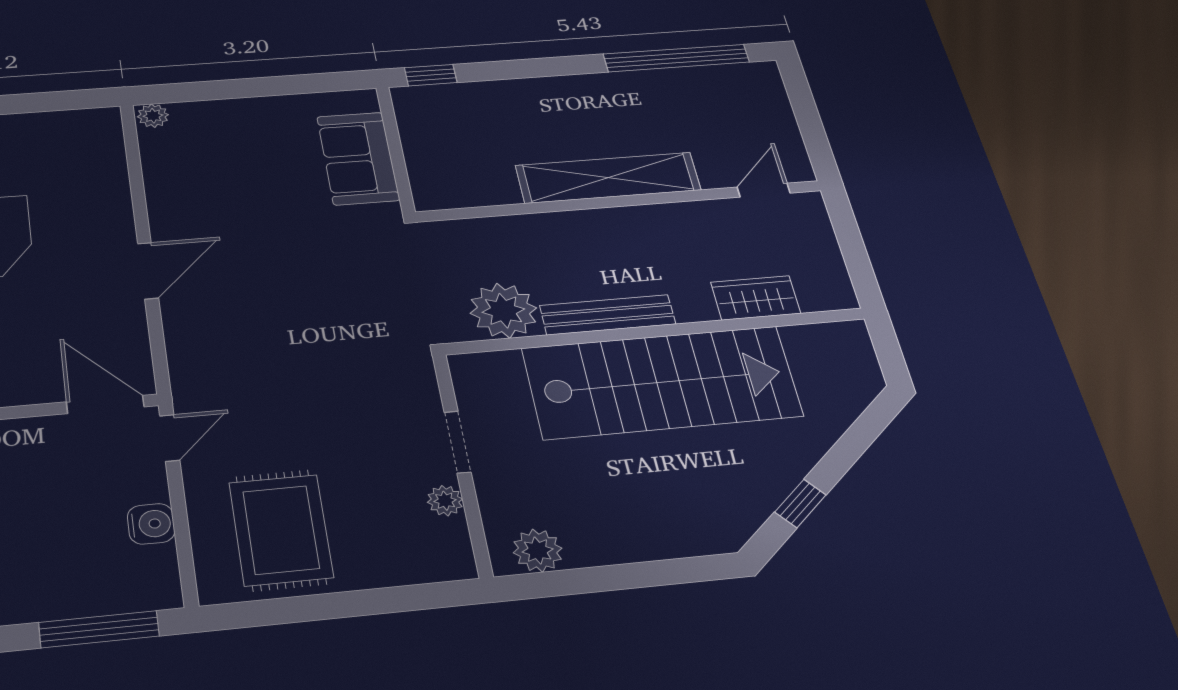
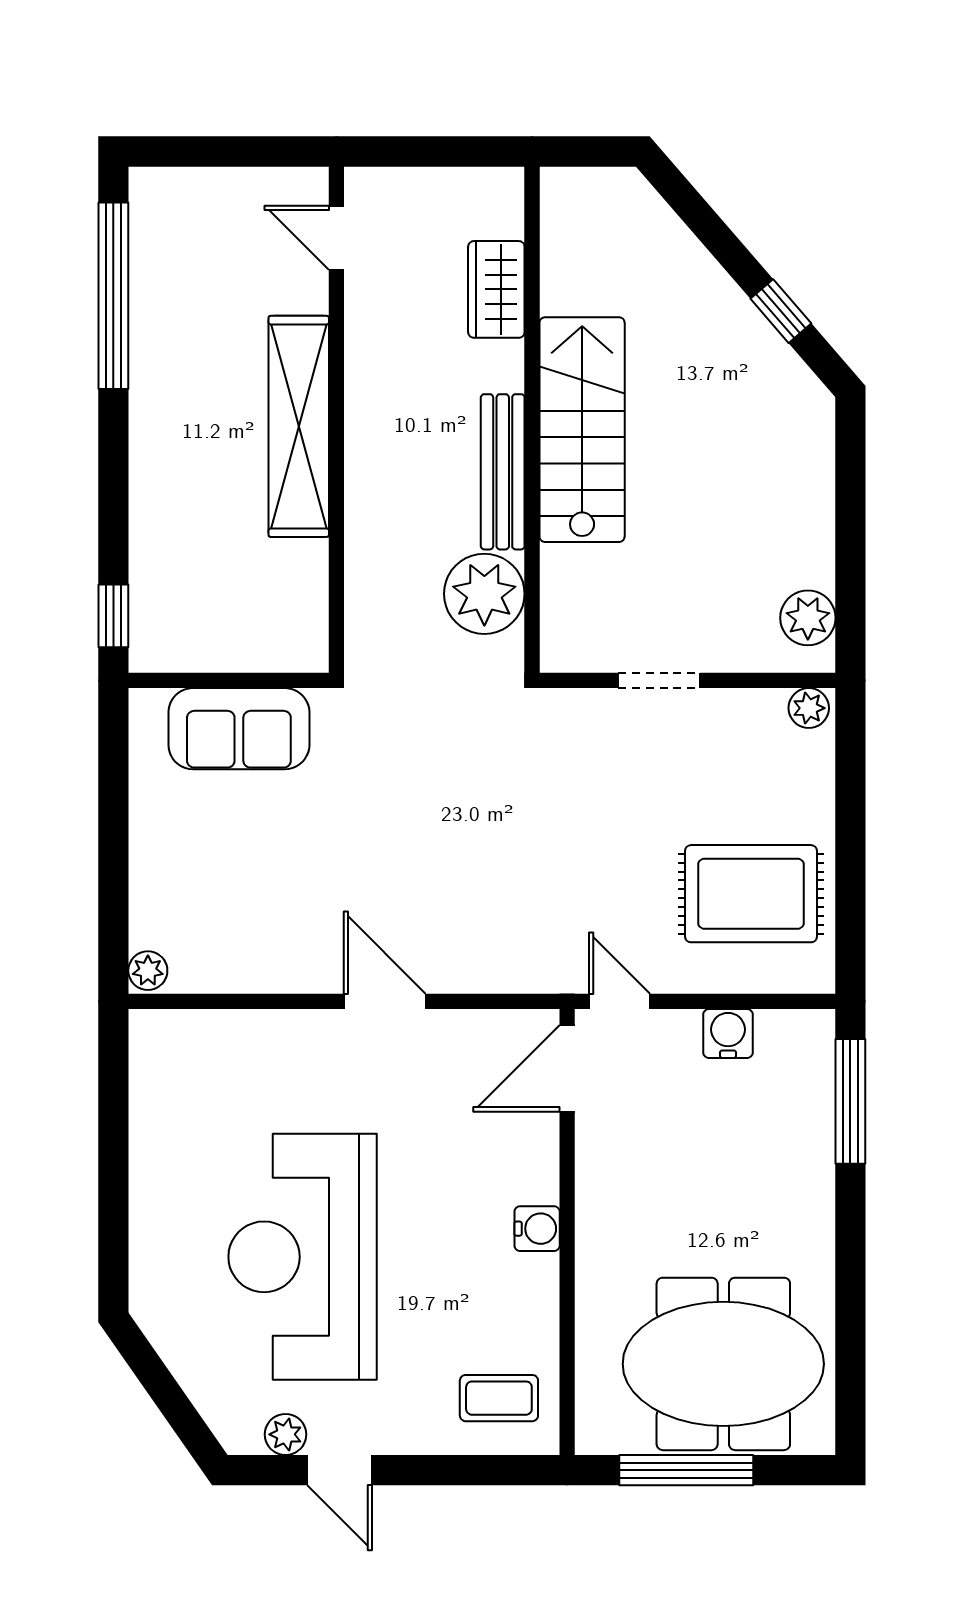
stairs: (662, 382) -> (582, 430), width x0.73, depth x0.66
plant: (445, 501) -> (809, 708), moved

